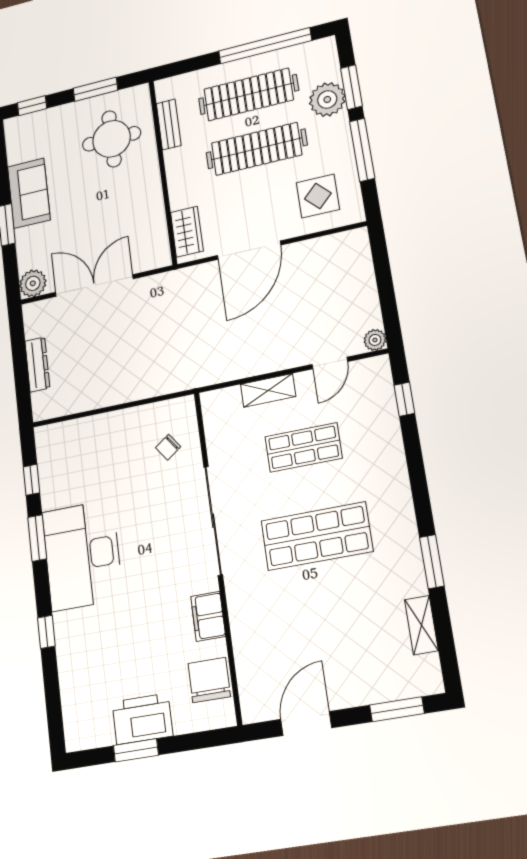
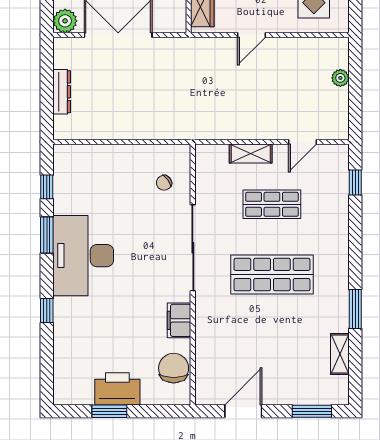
door: (249, 250) -> (252, 35), width x0.53
plant: (375, 340) -> (340, 78), moved

